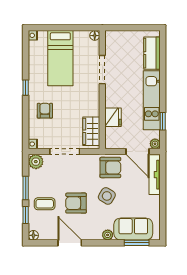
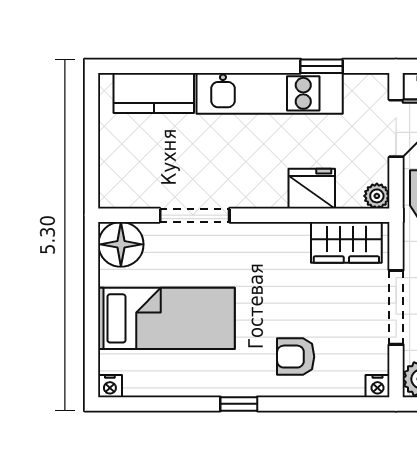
floor lamp: (95, 36) -> (121, 244), width x1.89, depth x1.89
plant: (155, 144) -> (377, 196), moved

